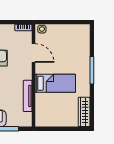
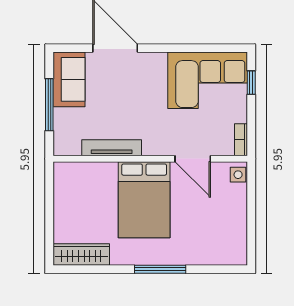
door: (33, 53) -> (193, 159), hinge flipped
bed: (55, 83) -> (144, 200), width x1.50

